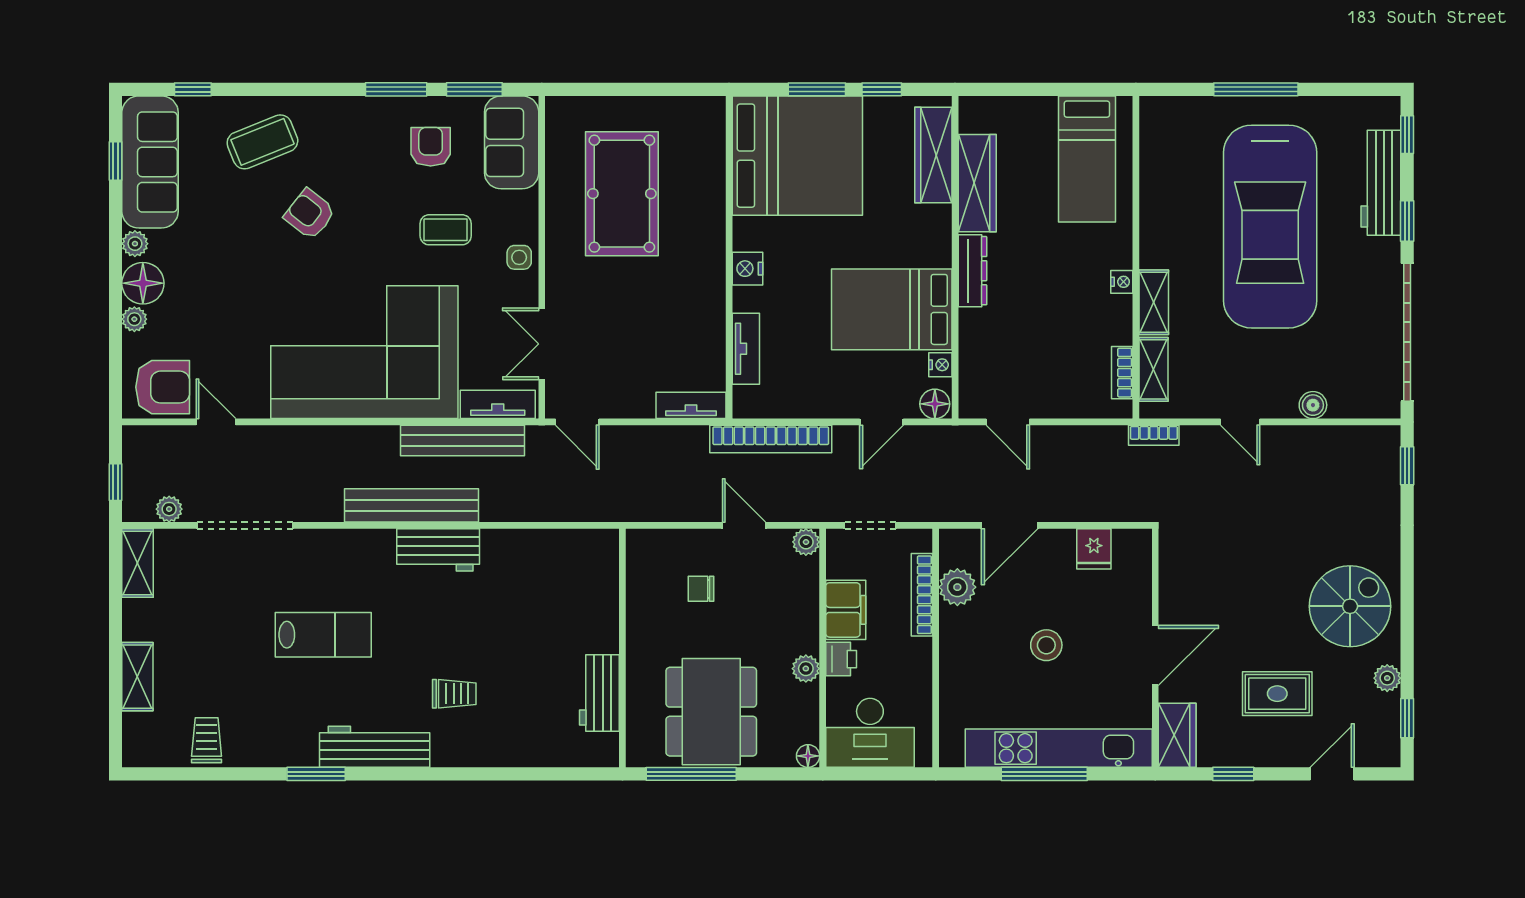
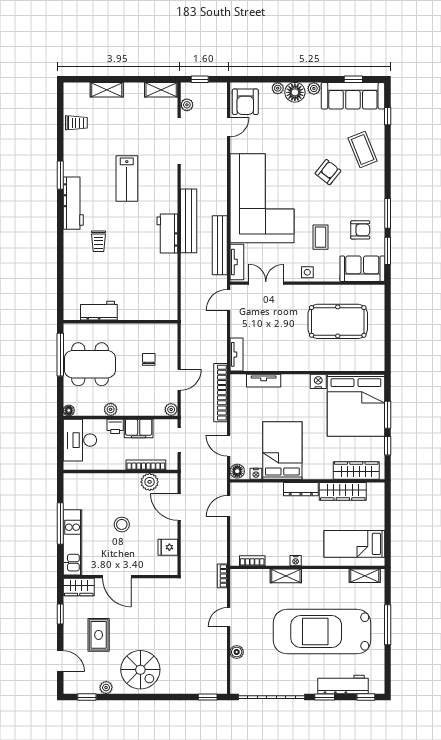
nightstand: (747, 269) -> (318, 381), moved
shelving: (1154, 369) -> (365, 576), moved
kitchen unit: (1059, 748) -> (73, 542), width x0.73

